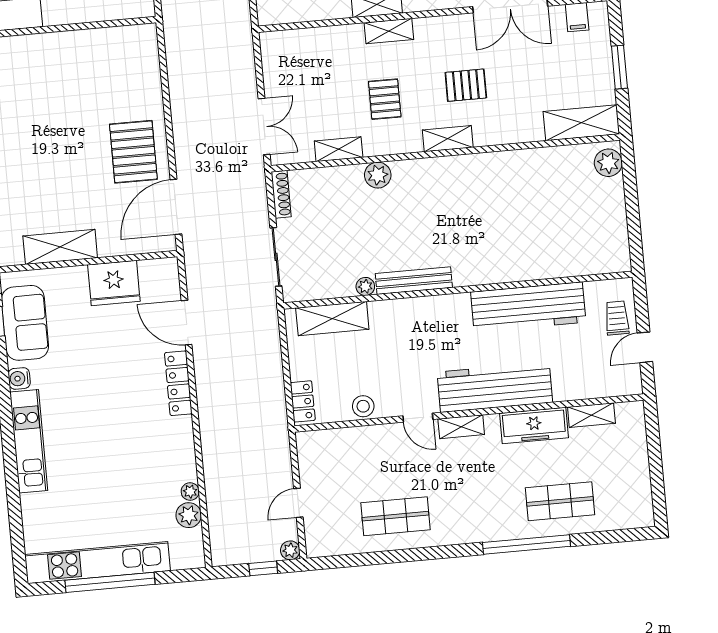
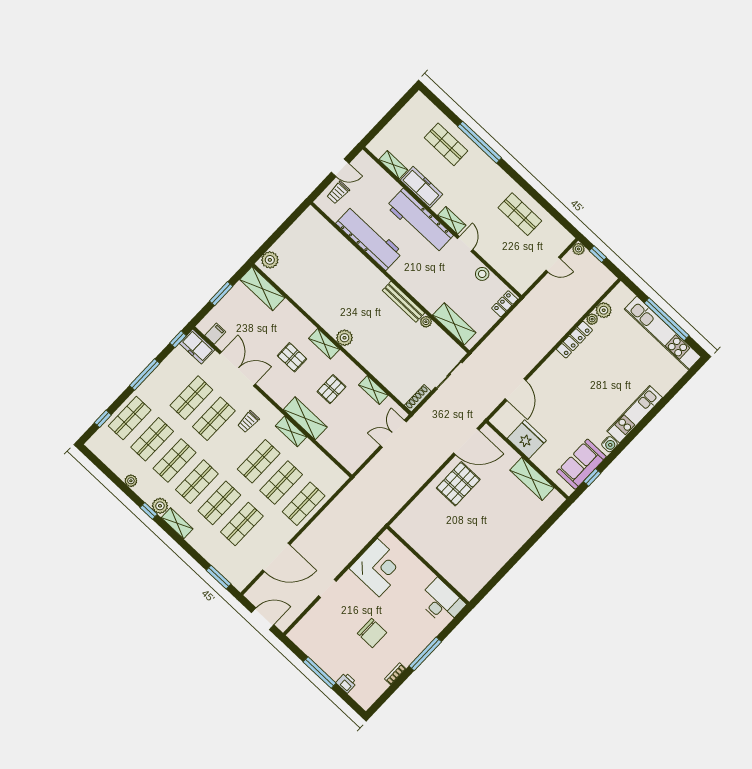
shelving: (389, 31) -> (305, 418), width x1.50, depth x1.33
plant: (378, 175) -> (344, 338), moved
locker: (178, 383) -> (574, 340), moved

